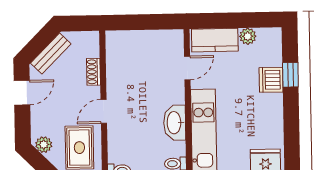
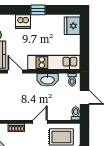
window: (290, 75) -> (38, 10), moved
door: (104, 111) -> (40, 122), swing flipped

